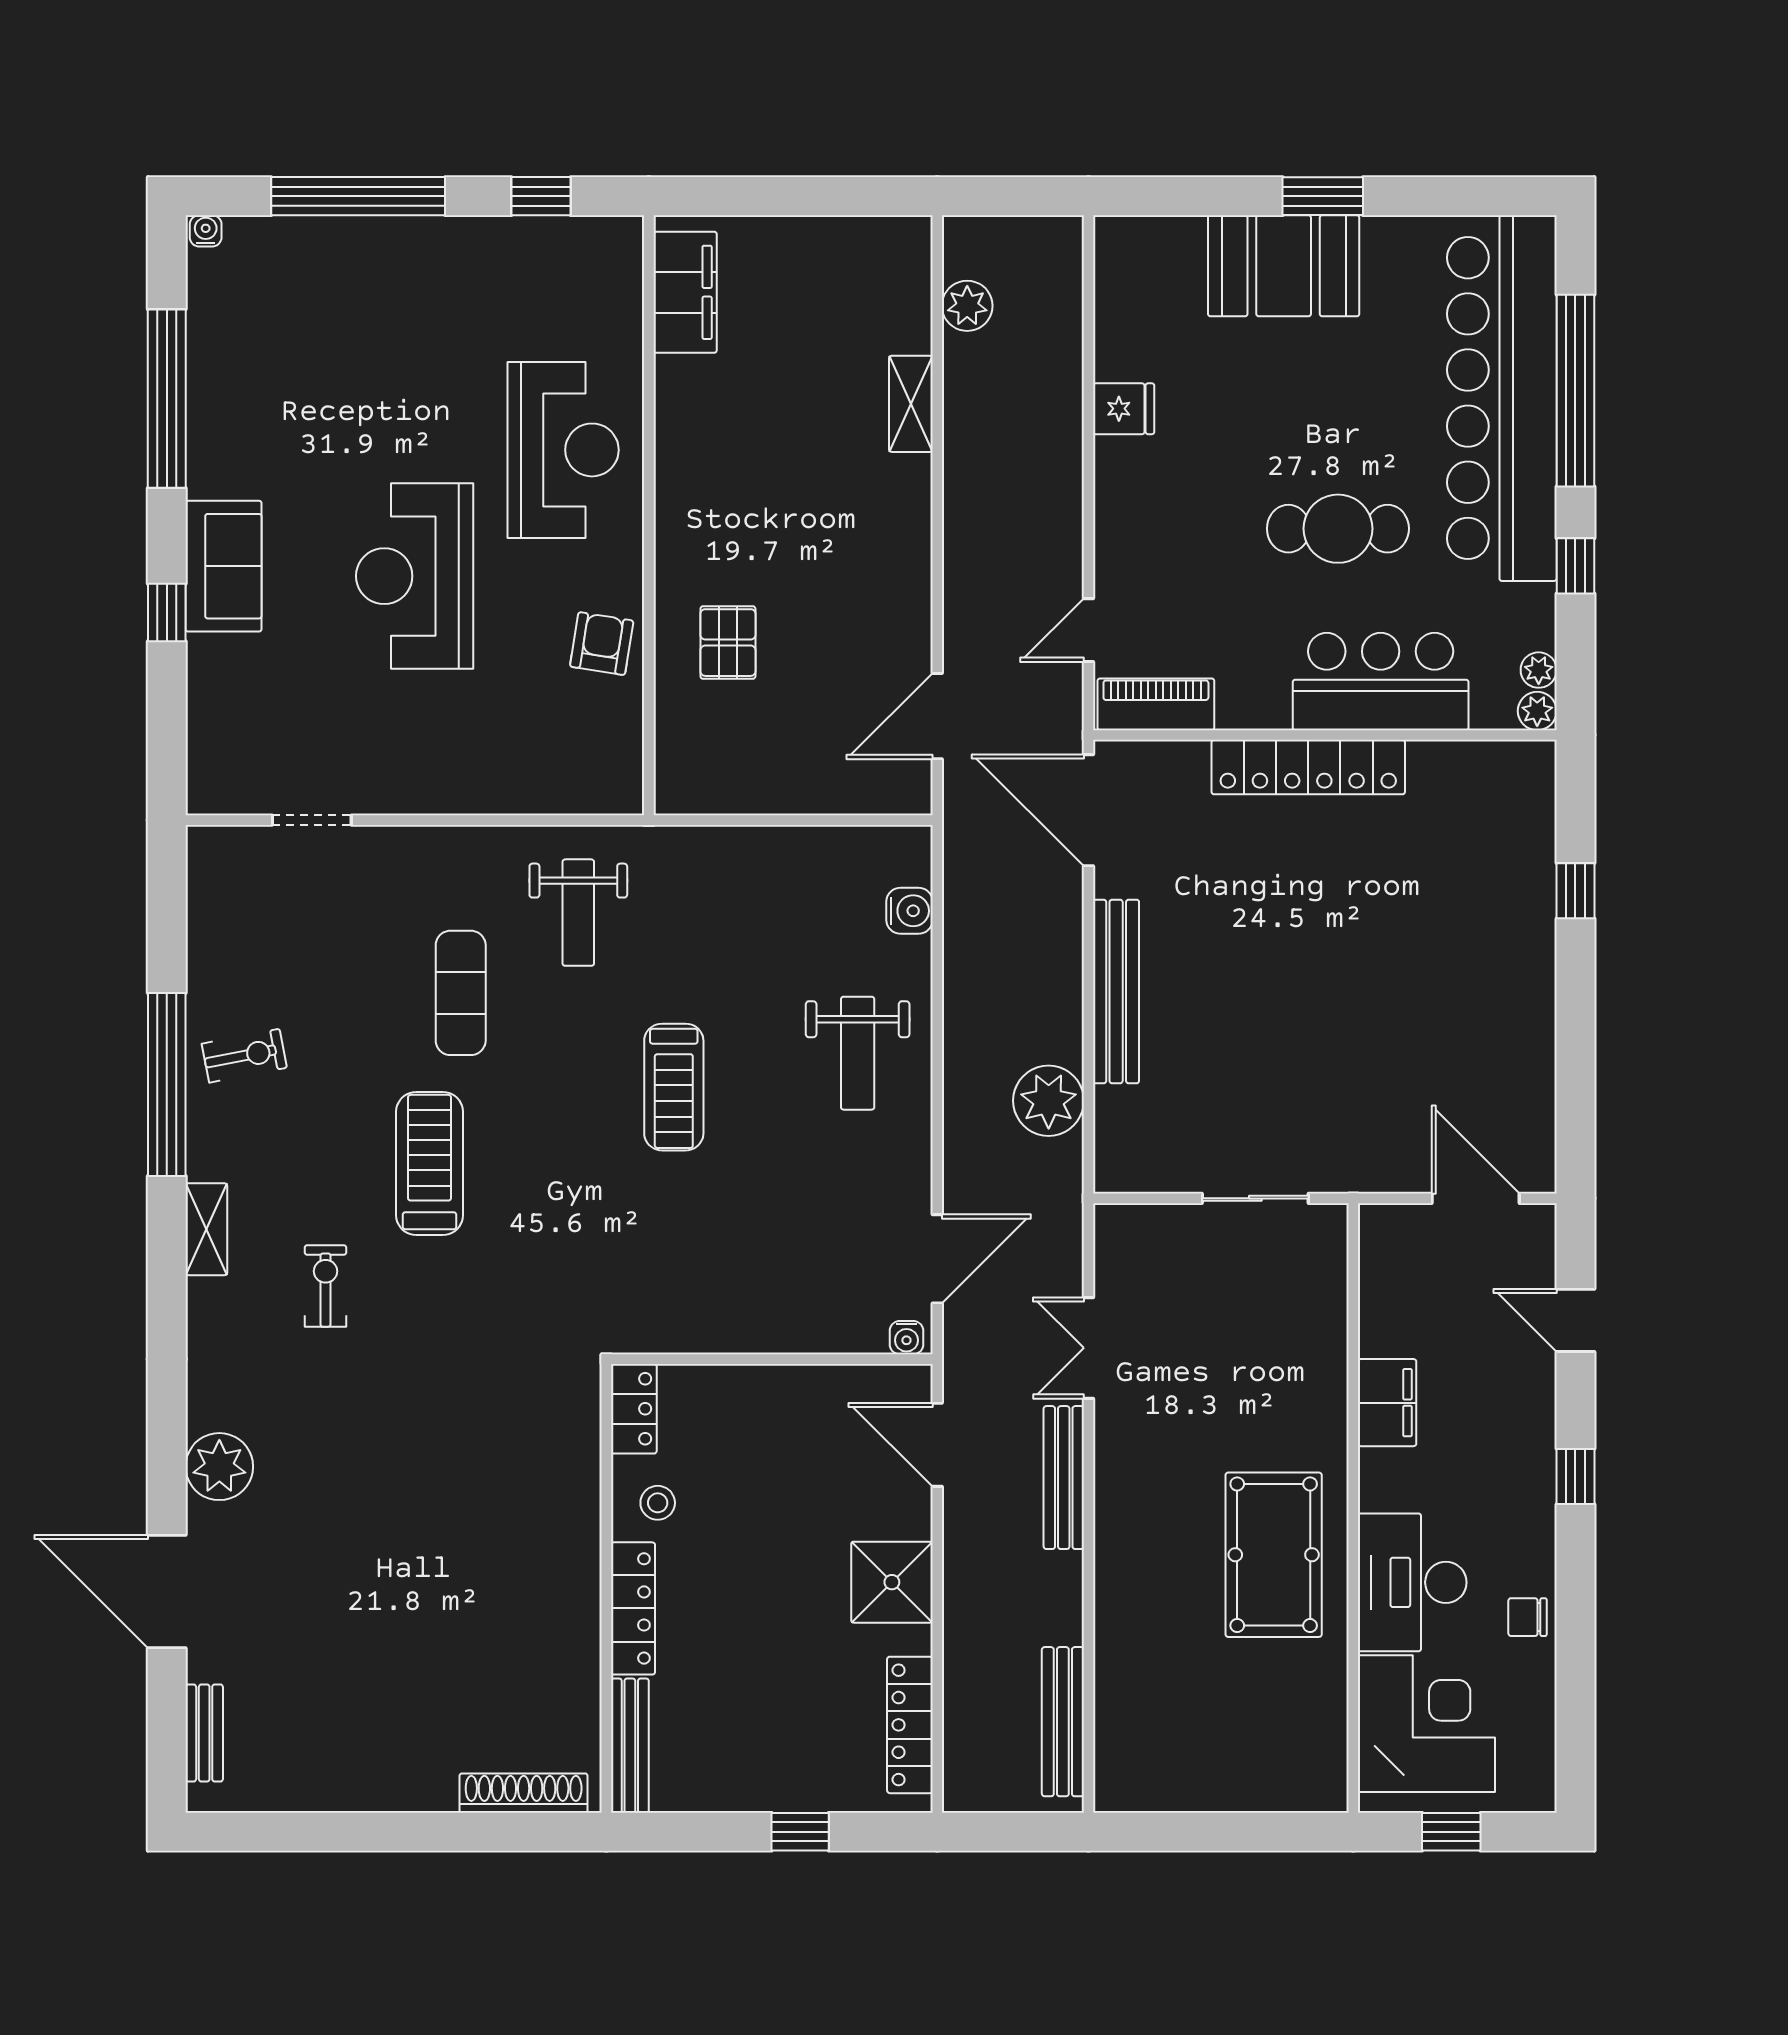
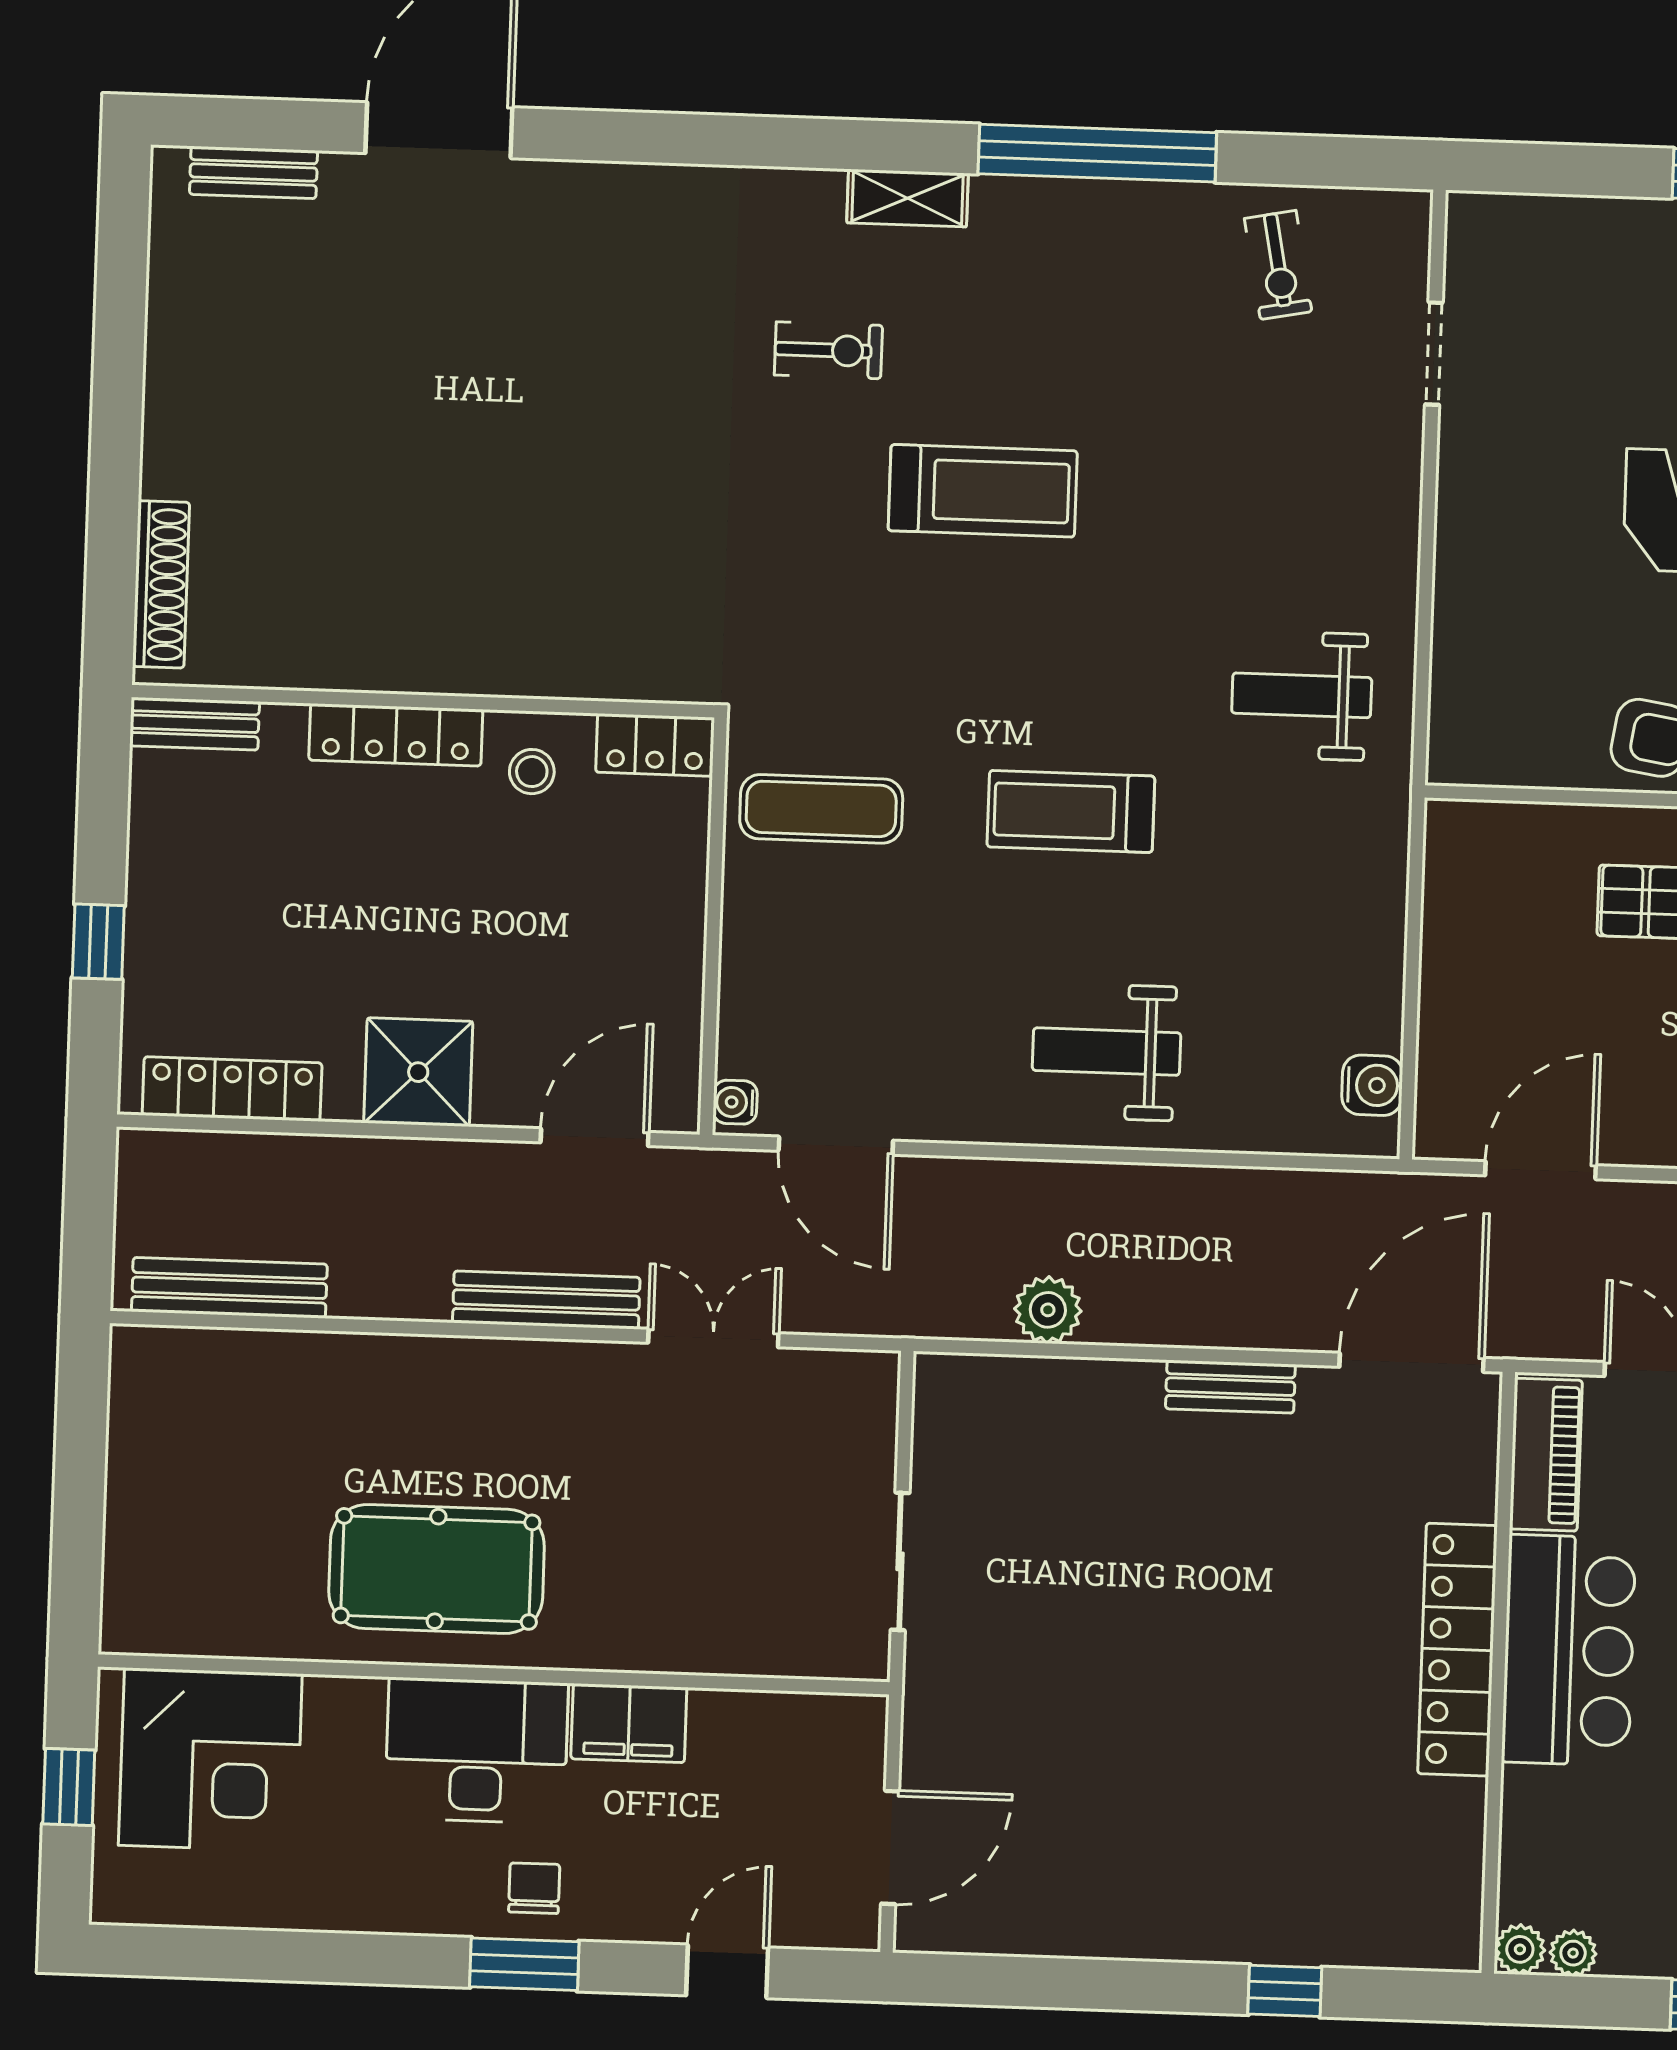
bar counter: (1381, 682) -> (1569, 1650), moved
door: (937, 716) -> (1541, 1170), hinge flipped
water cooler: (909, 911) -> (1372, 1085), moved, turned -90
bench: (1116, 991) -> (1230, 1387), width x0.54, depth x0.82
exercise mat: (461, 993) -> (821, 809), moved
exercise bike: (244, 1056) -> (1278, 265), moved
plant: (1049, 1101) -> (1048, 1310), width x0.73, depth x0.73
plant: (219, 1467) -> (599, 204), removed
window: (1575, 1477) -> (524, 1964), width x1.50
desk: (1412, 1582) -> (476, 1750), moved
chair: (1528, 1617) -> (534, 1888), moved
bench: (630, 1746) -> (195, 724), width x0.73

